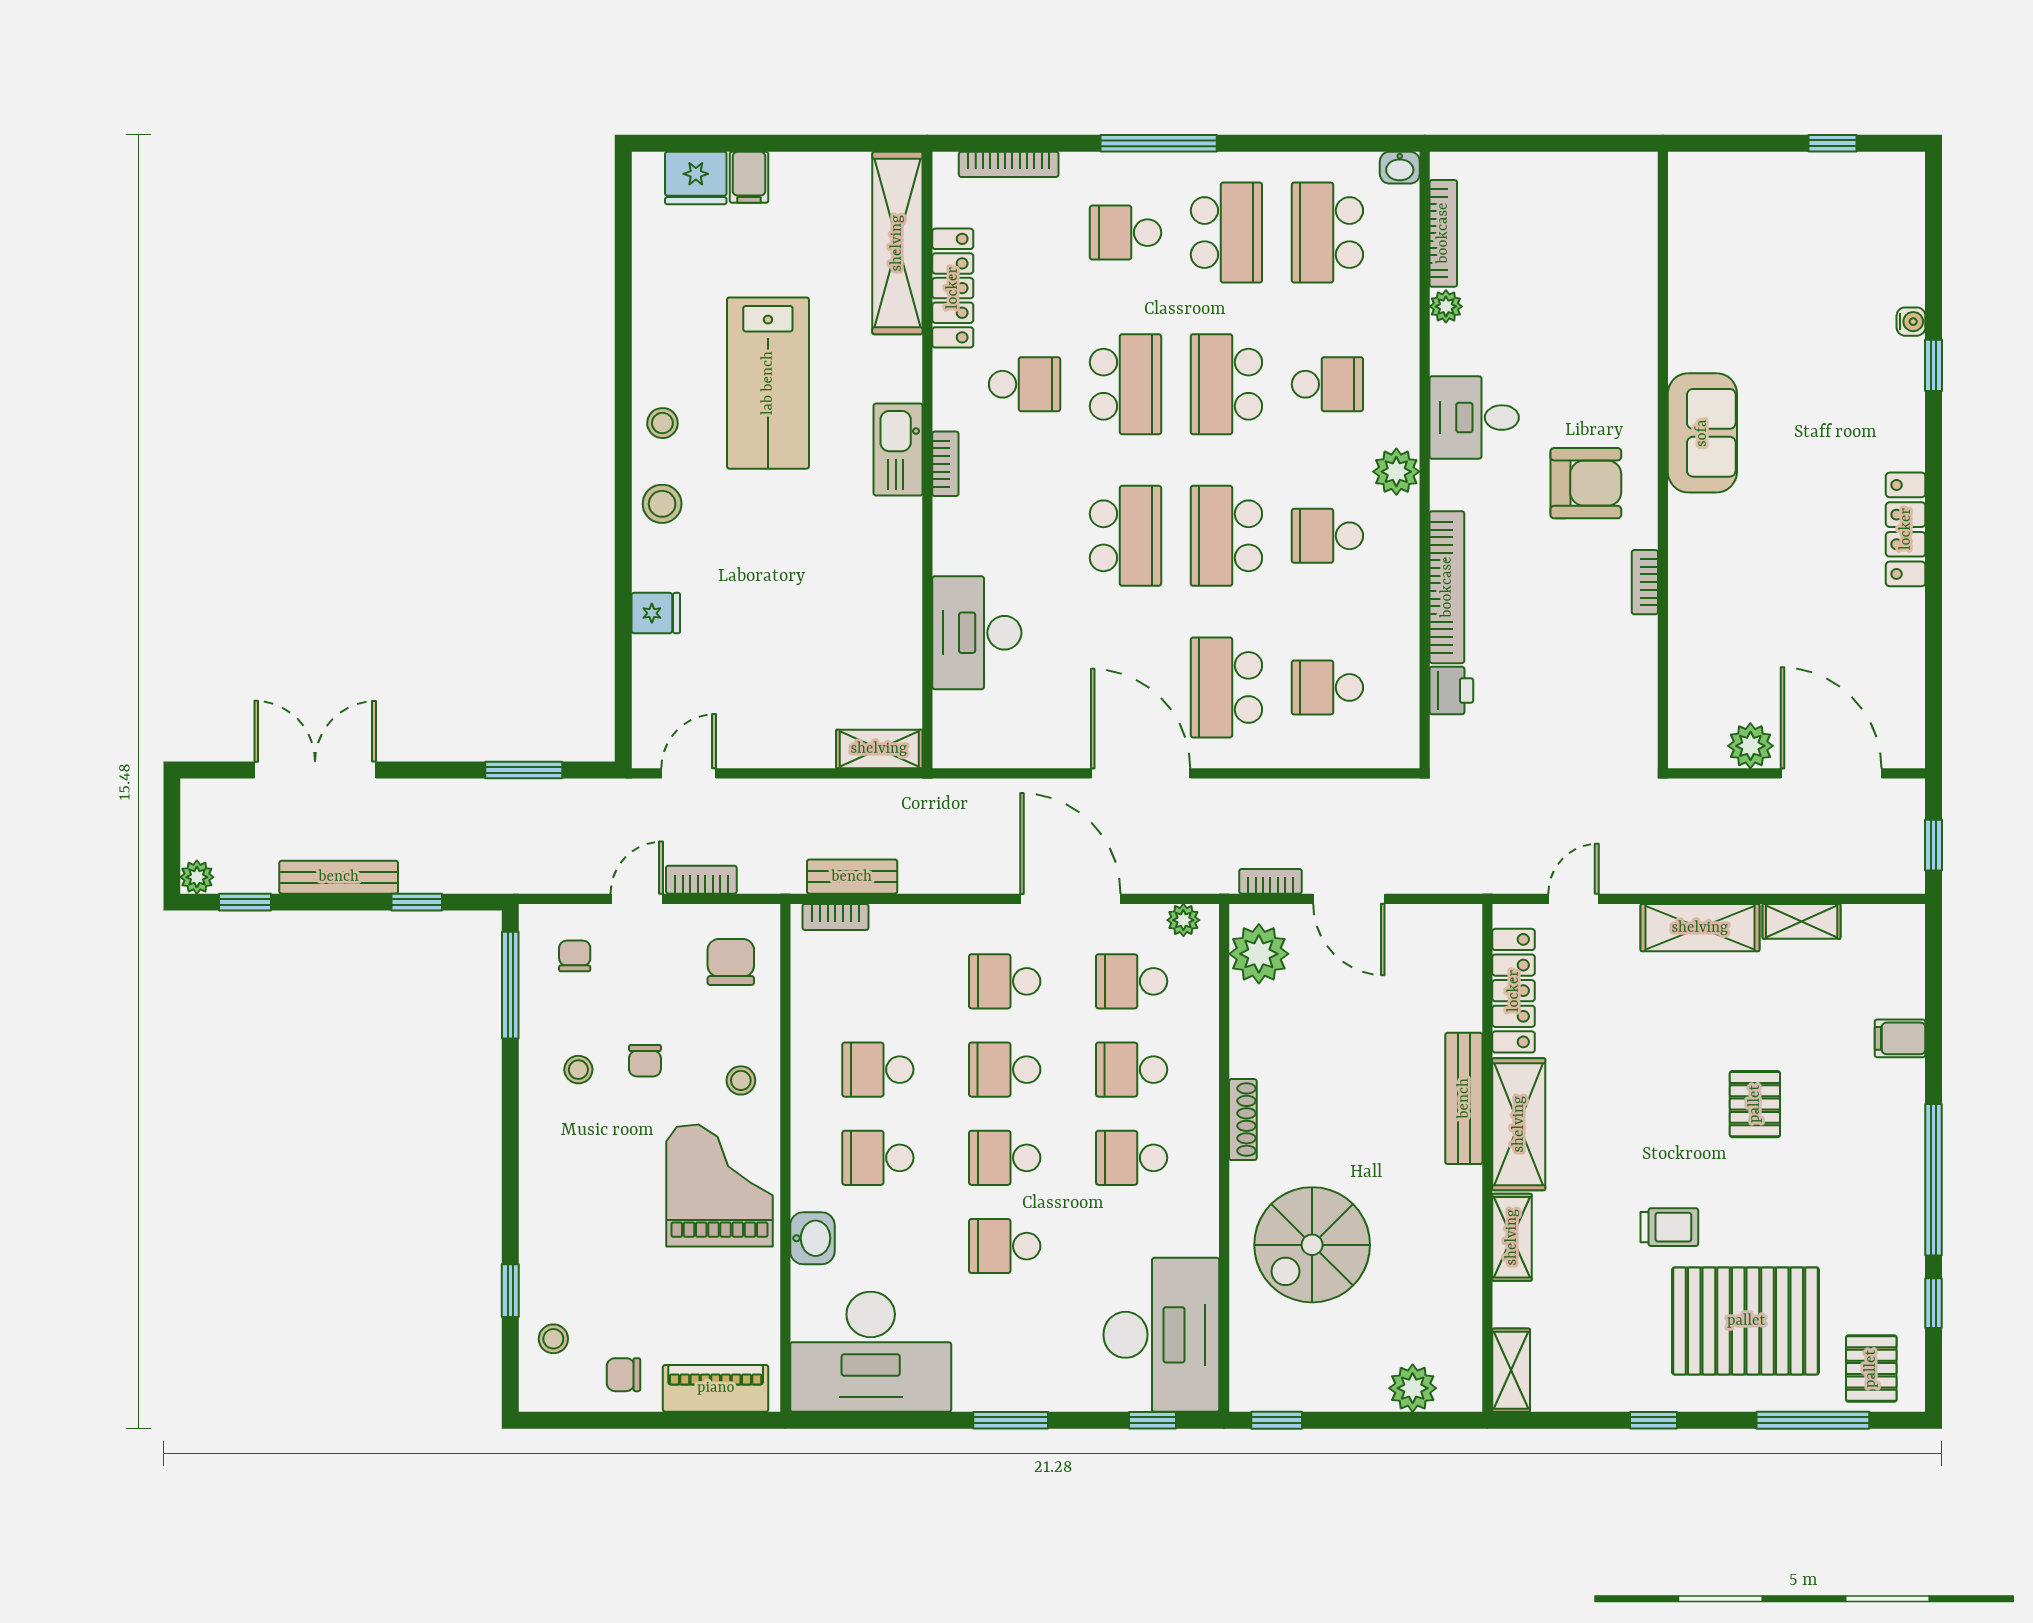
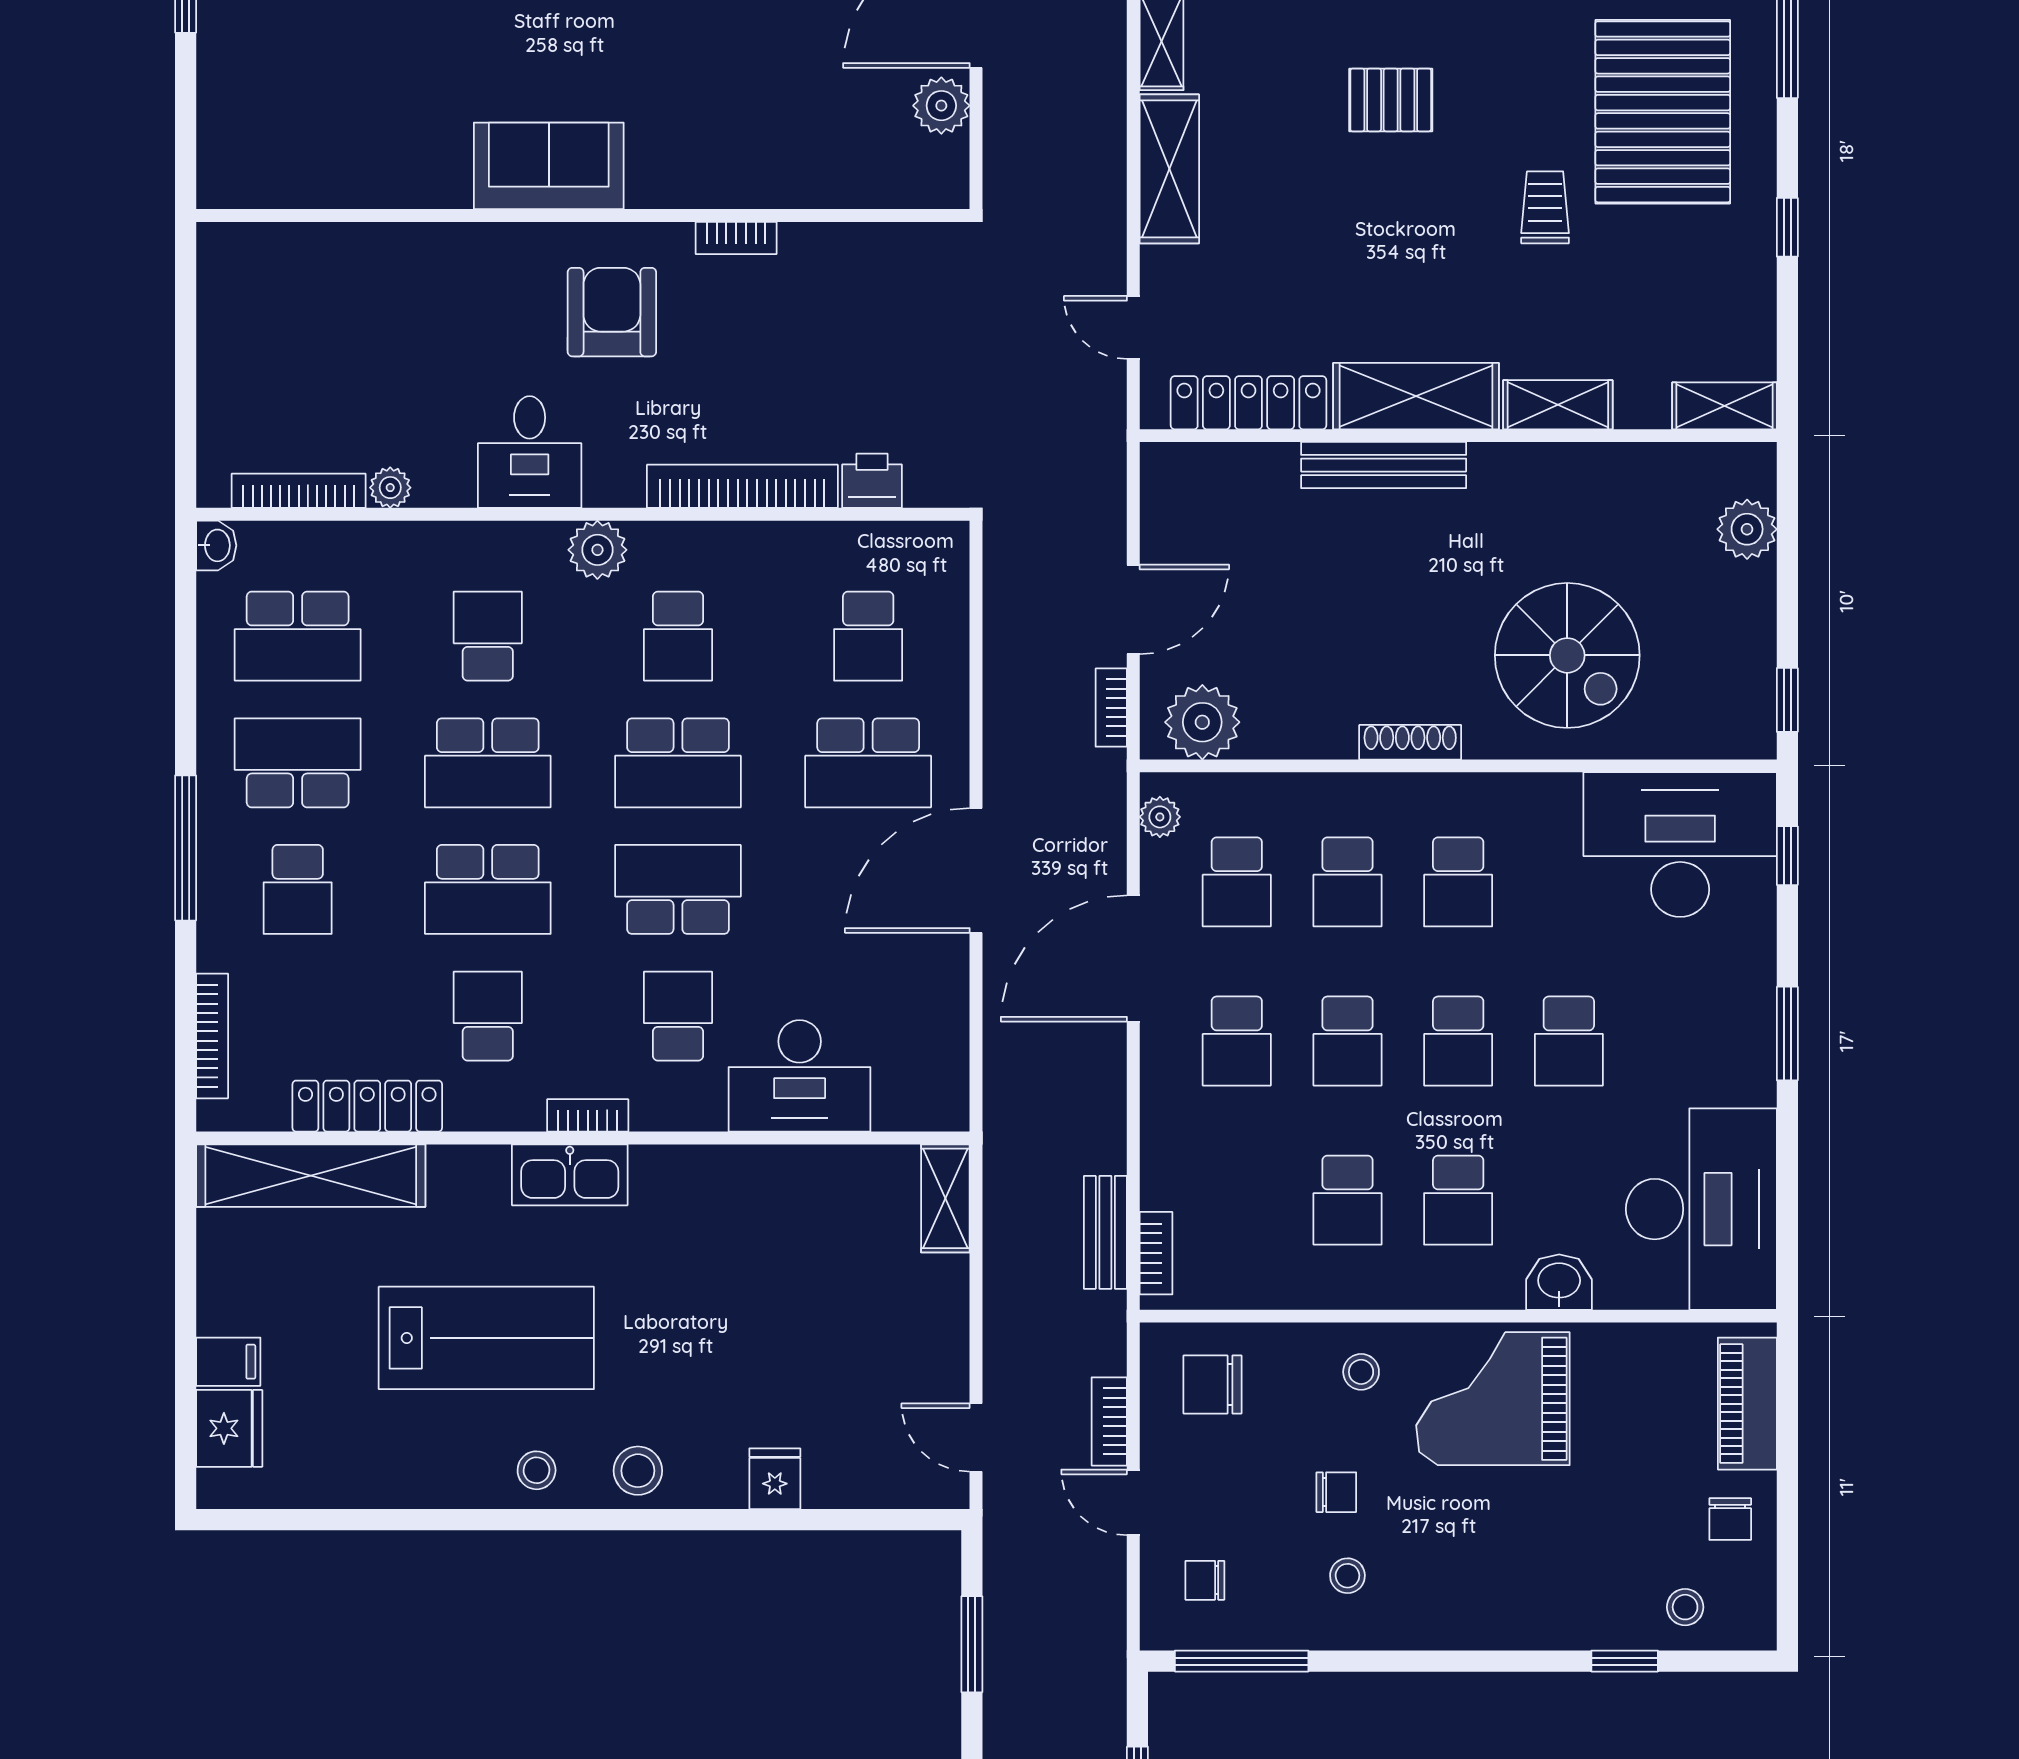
school desk: (1126, 384) -> (488, 889), turned 180
school desk: (1025, 536) -> (678, 1016), added

